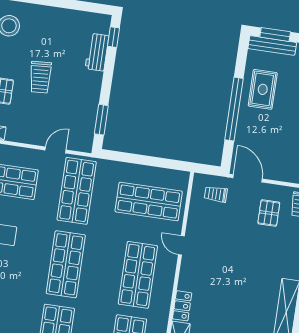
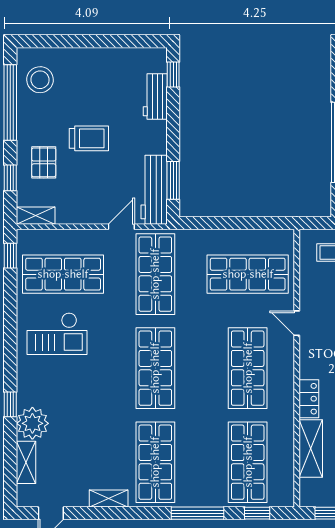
trolley: (40, 77) -> (89, 138), turned -86
workbench: (85, 125) -> (154, 190), added

